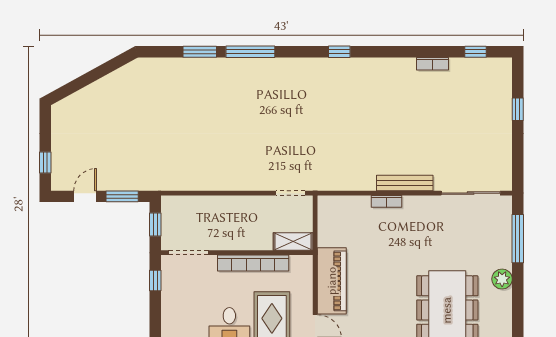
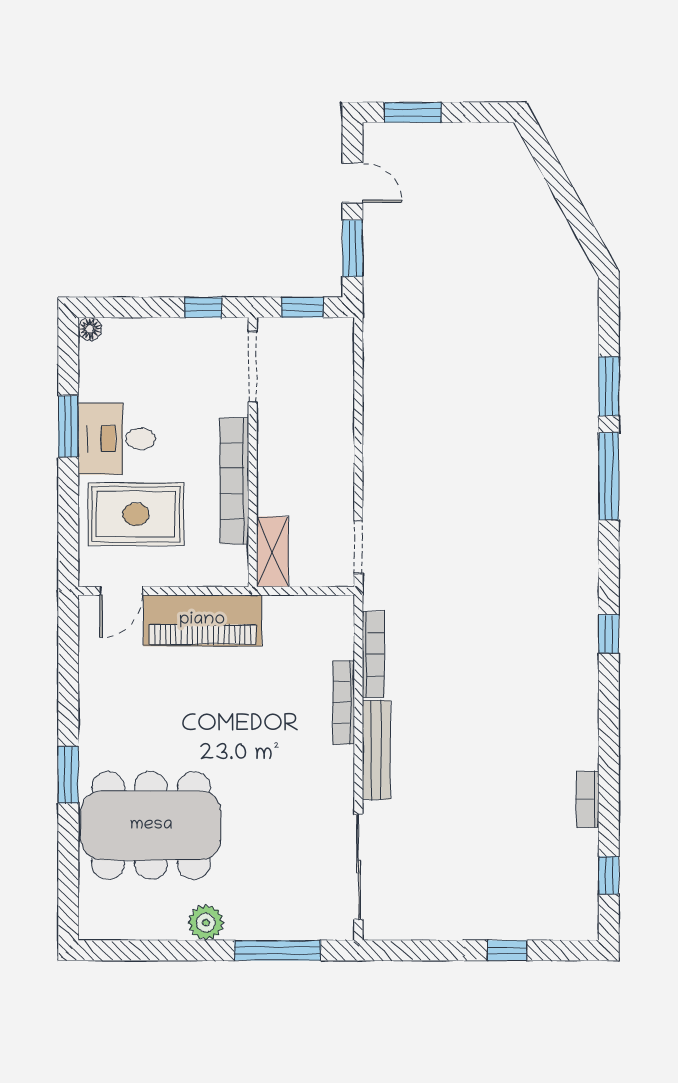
window: (45, 162) -> (413, 112), width x1.50
bookcase: (351, 185) -> (373, 654), added
bookcase: (386, 201) -> (344, 702), width x1.56

